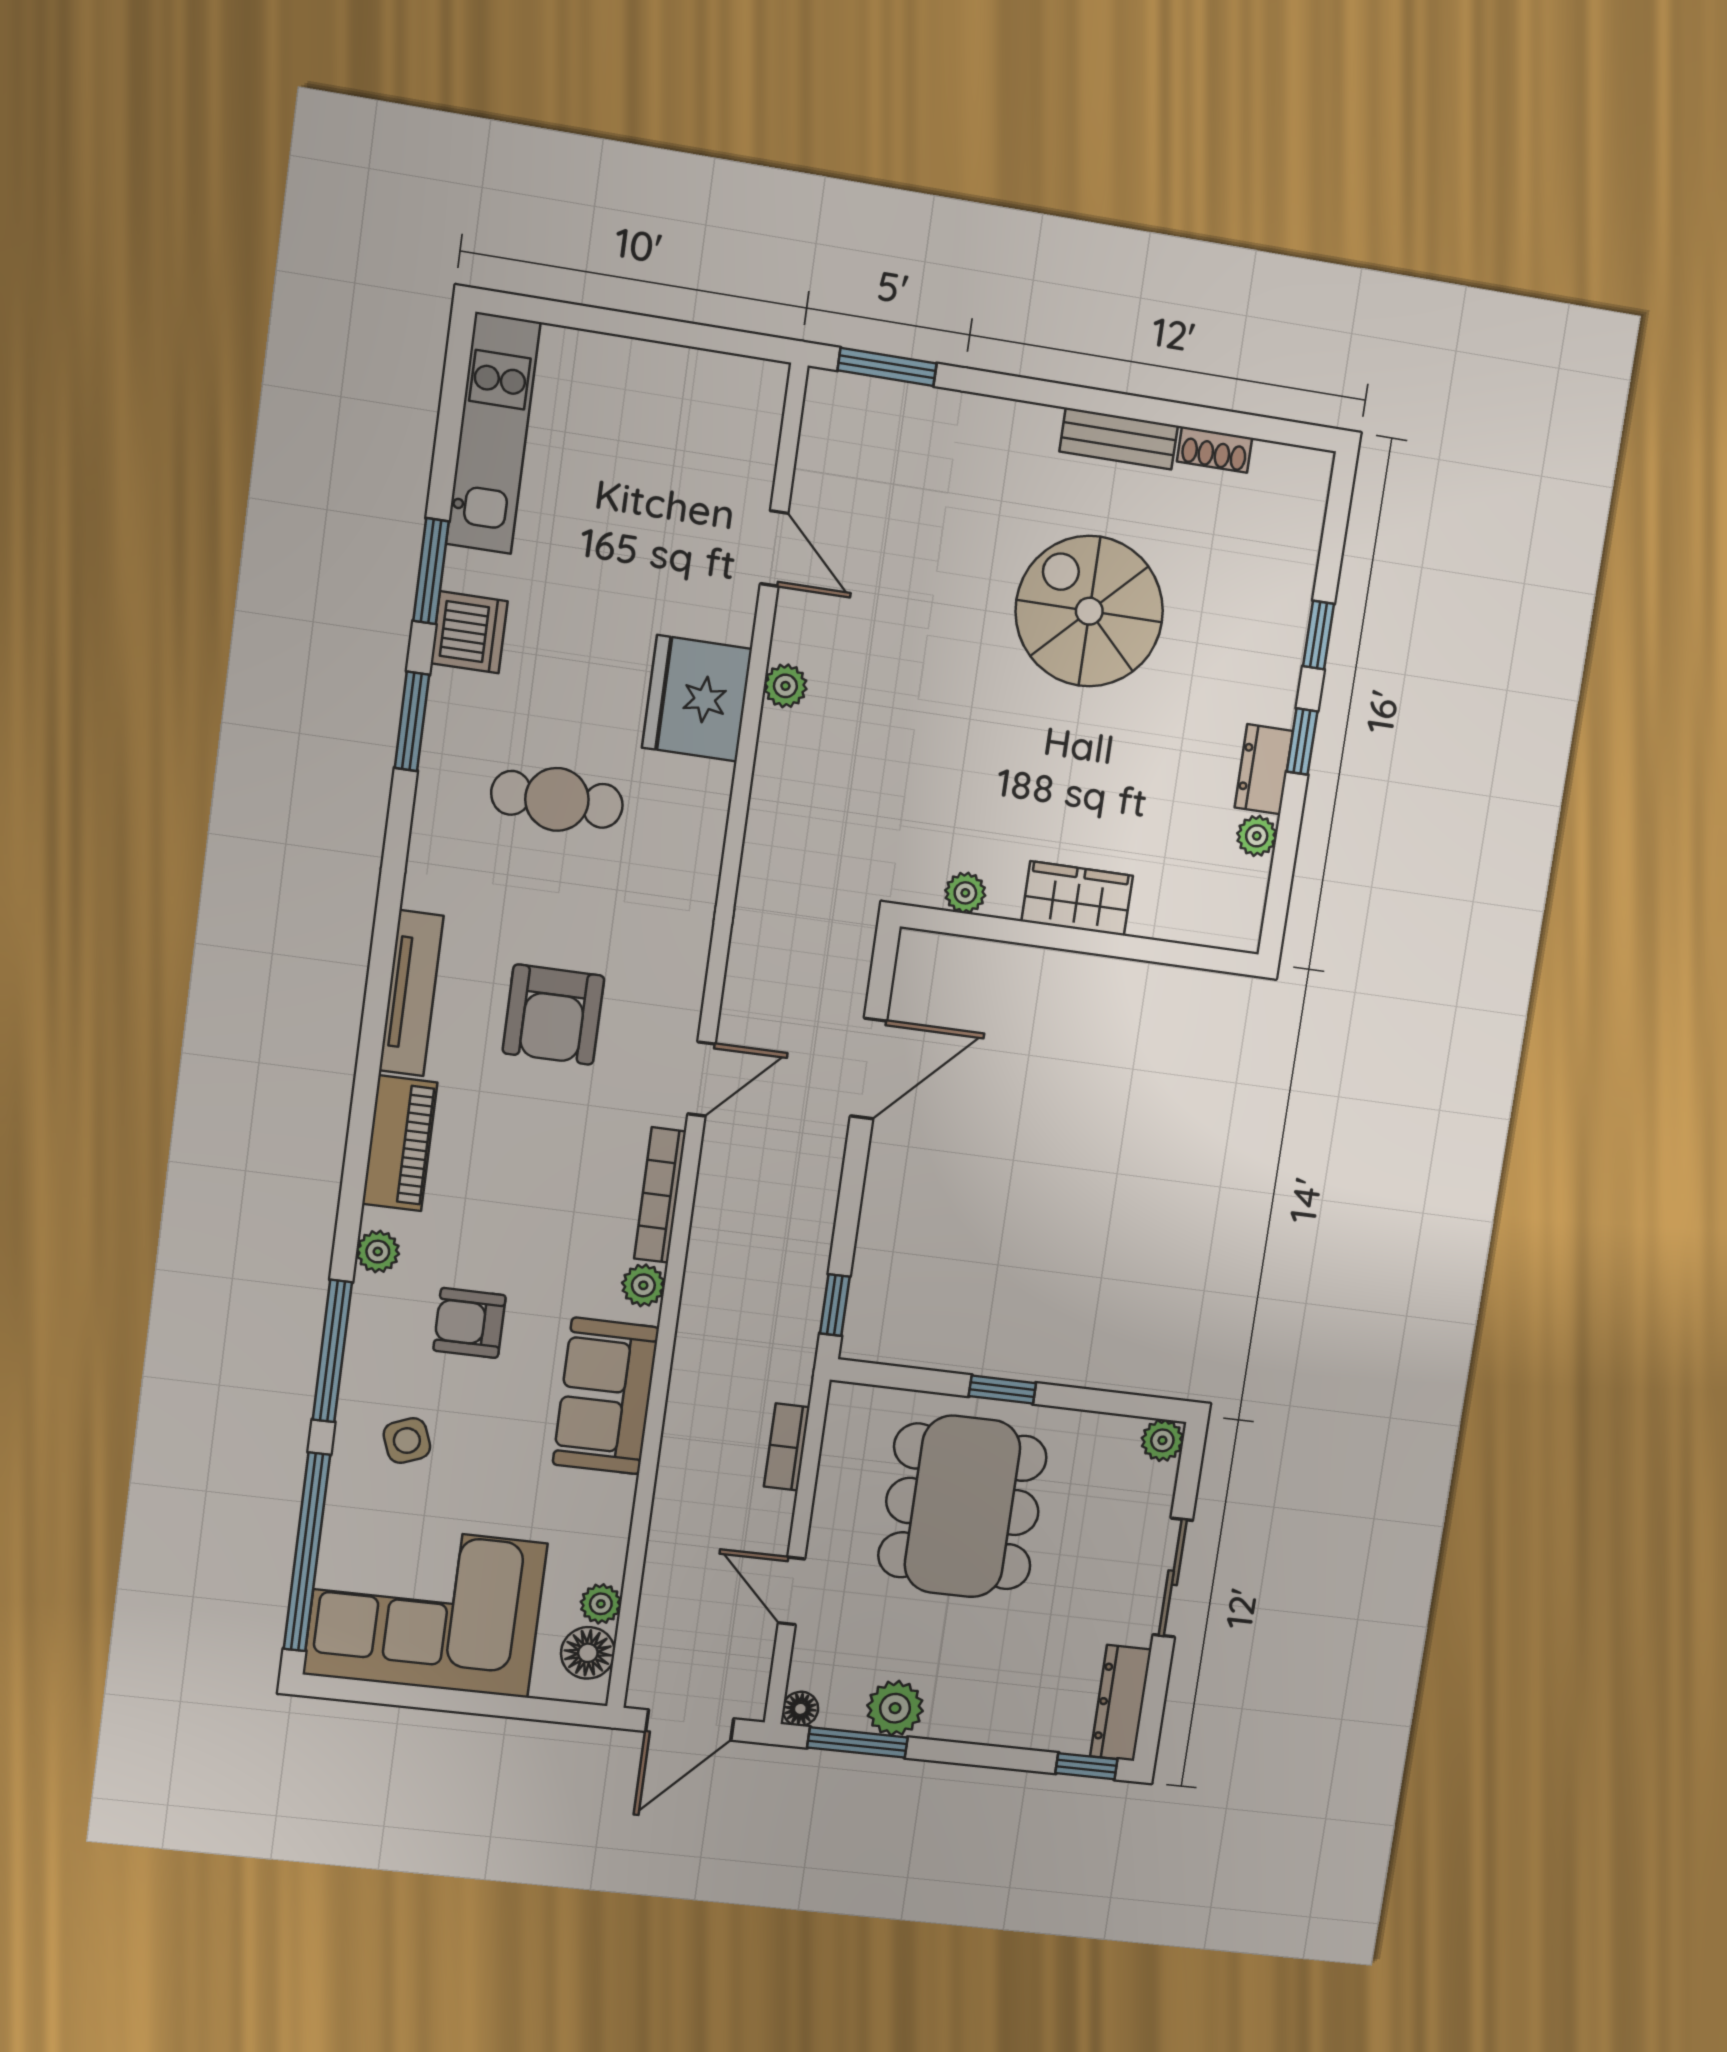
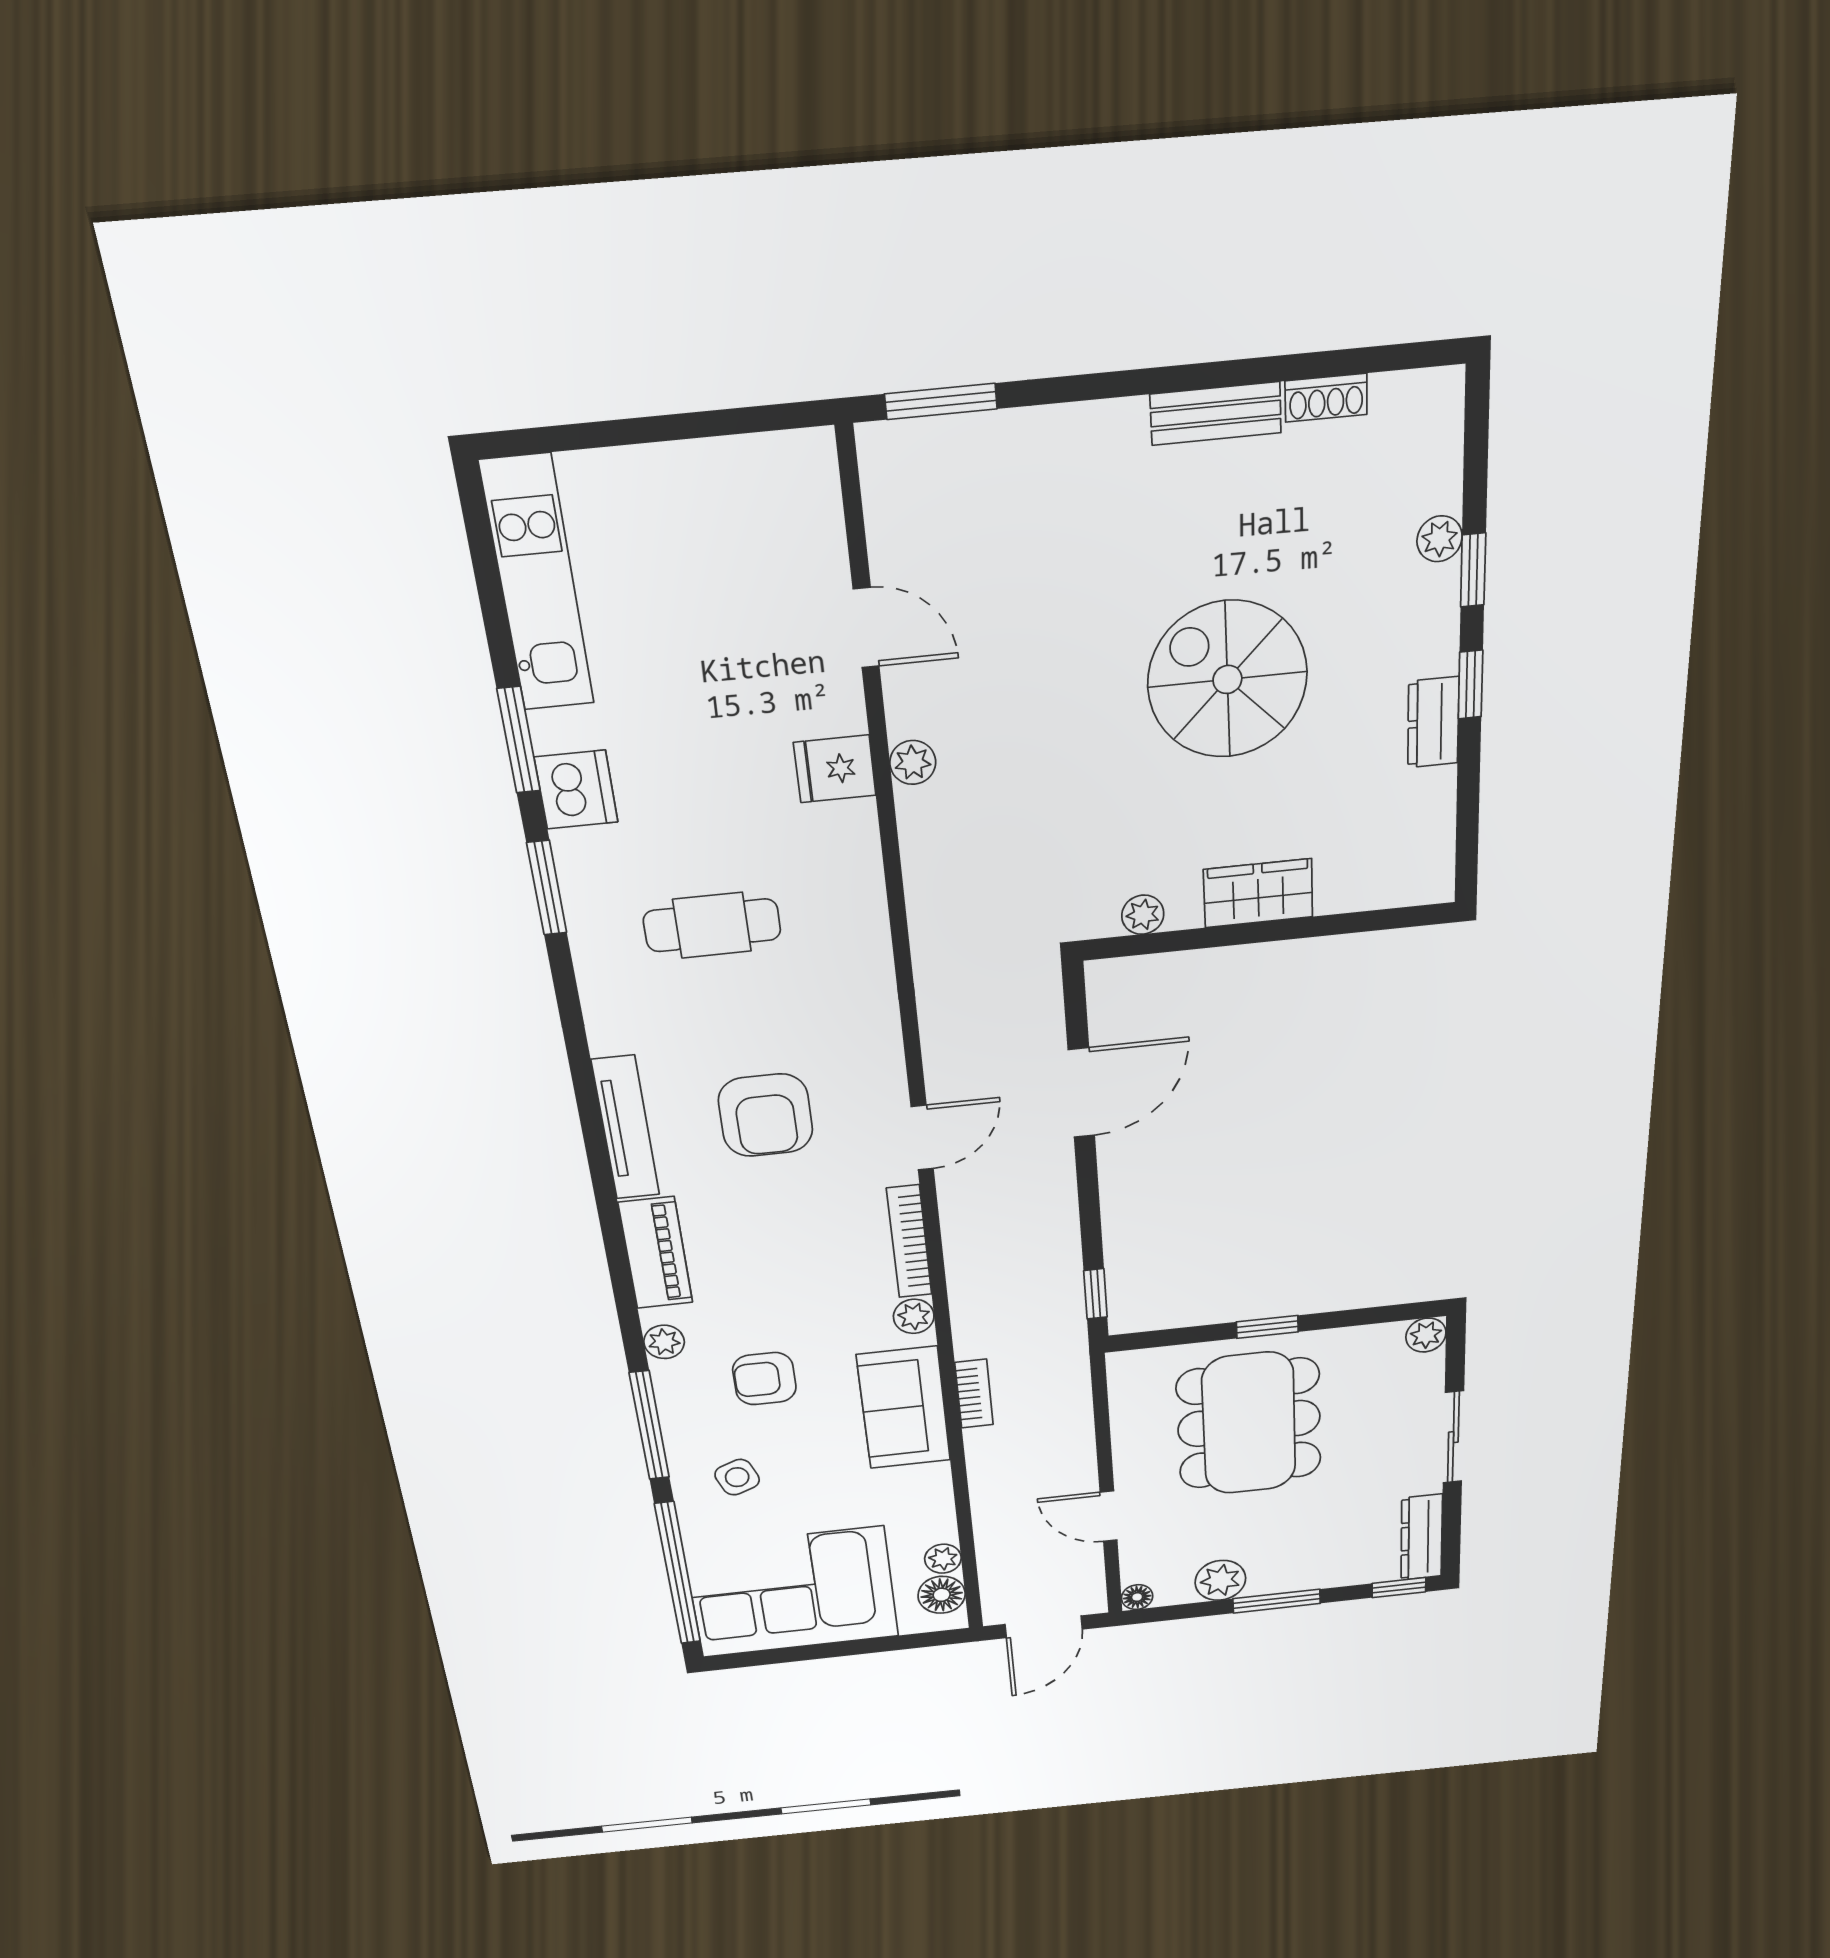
spiral stairs: (1089, 611) -> (1227, 679), moved
fridge: (697, 698) -> (835, 769), width x0.53, depth x0.75
plant: (1257, 836) -> (1440, 539), moved
bookcase: (787, 1447) -> (974, 1394), moved, turned 180
window: (857, 1742) -> (1277, 1601), moved

